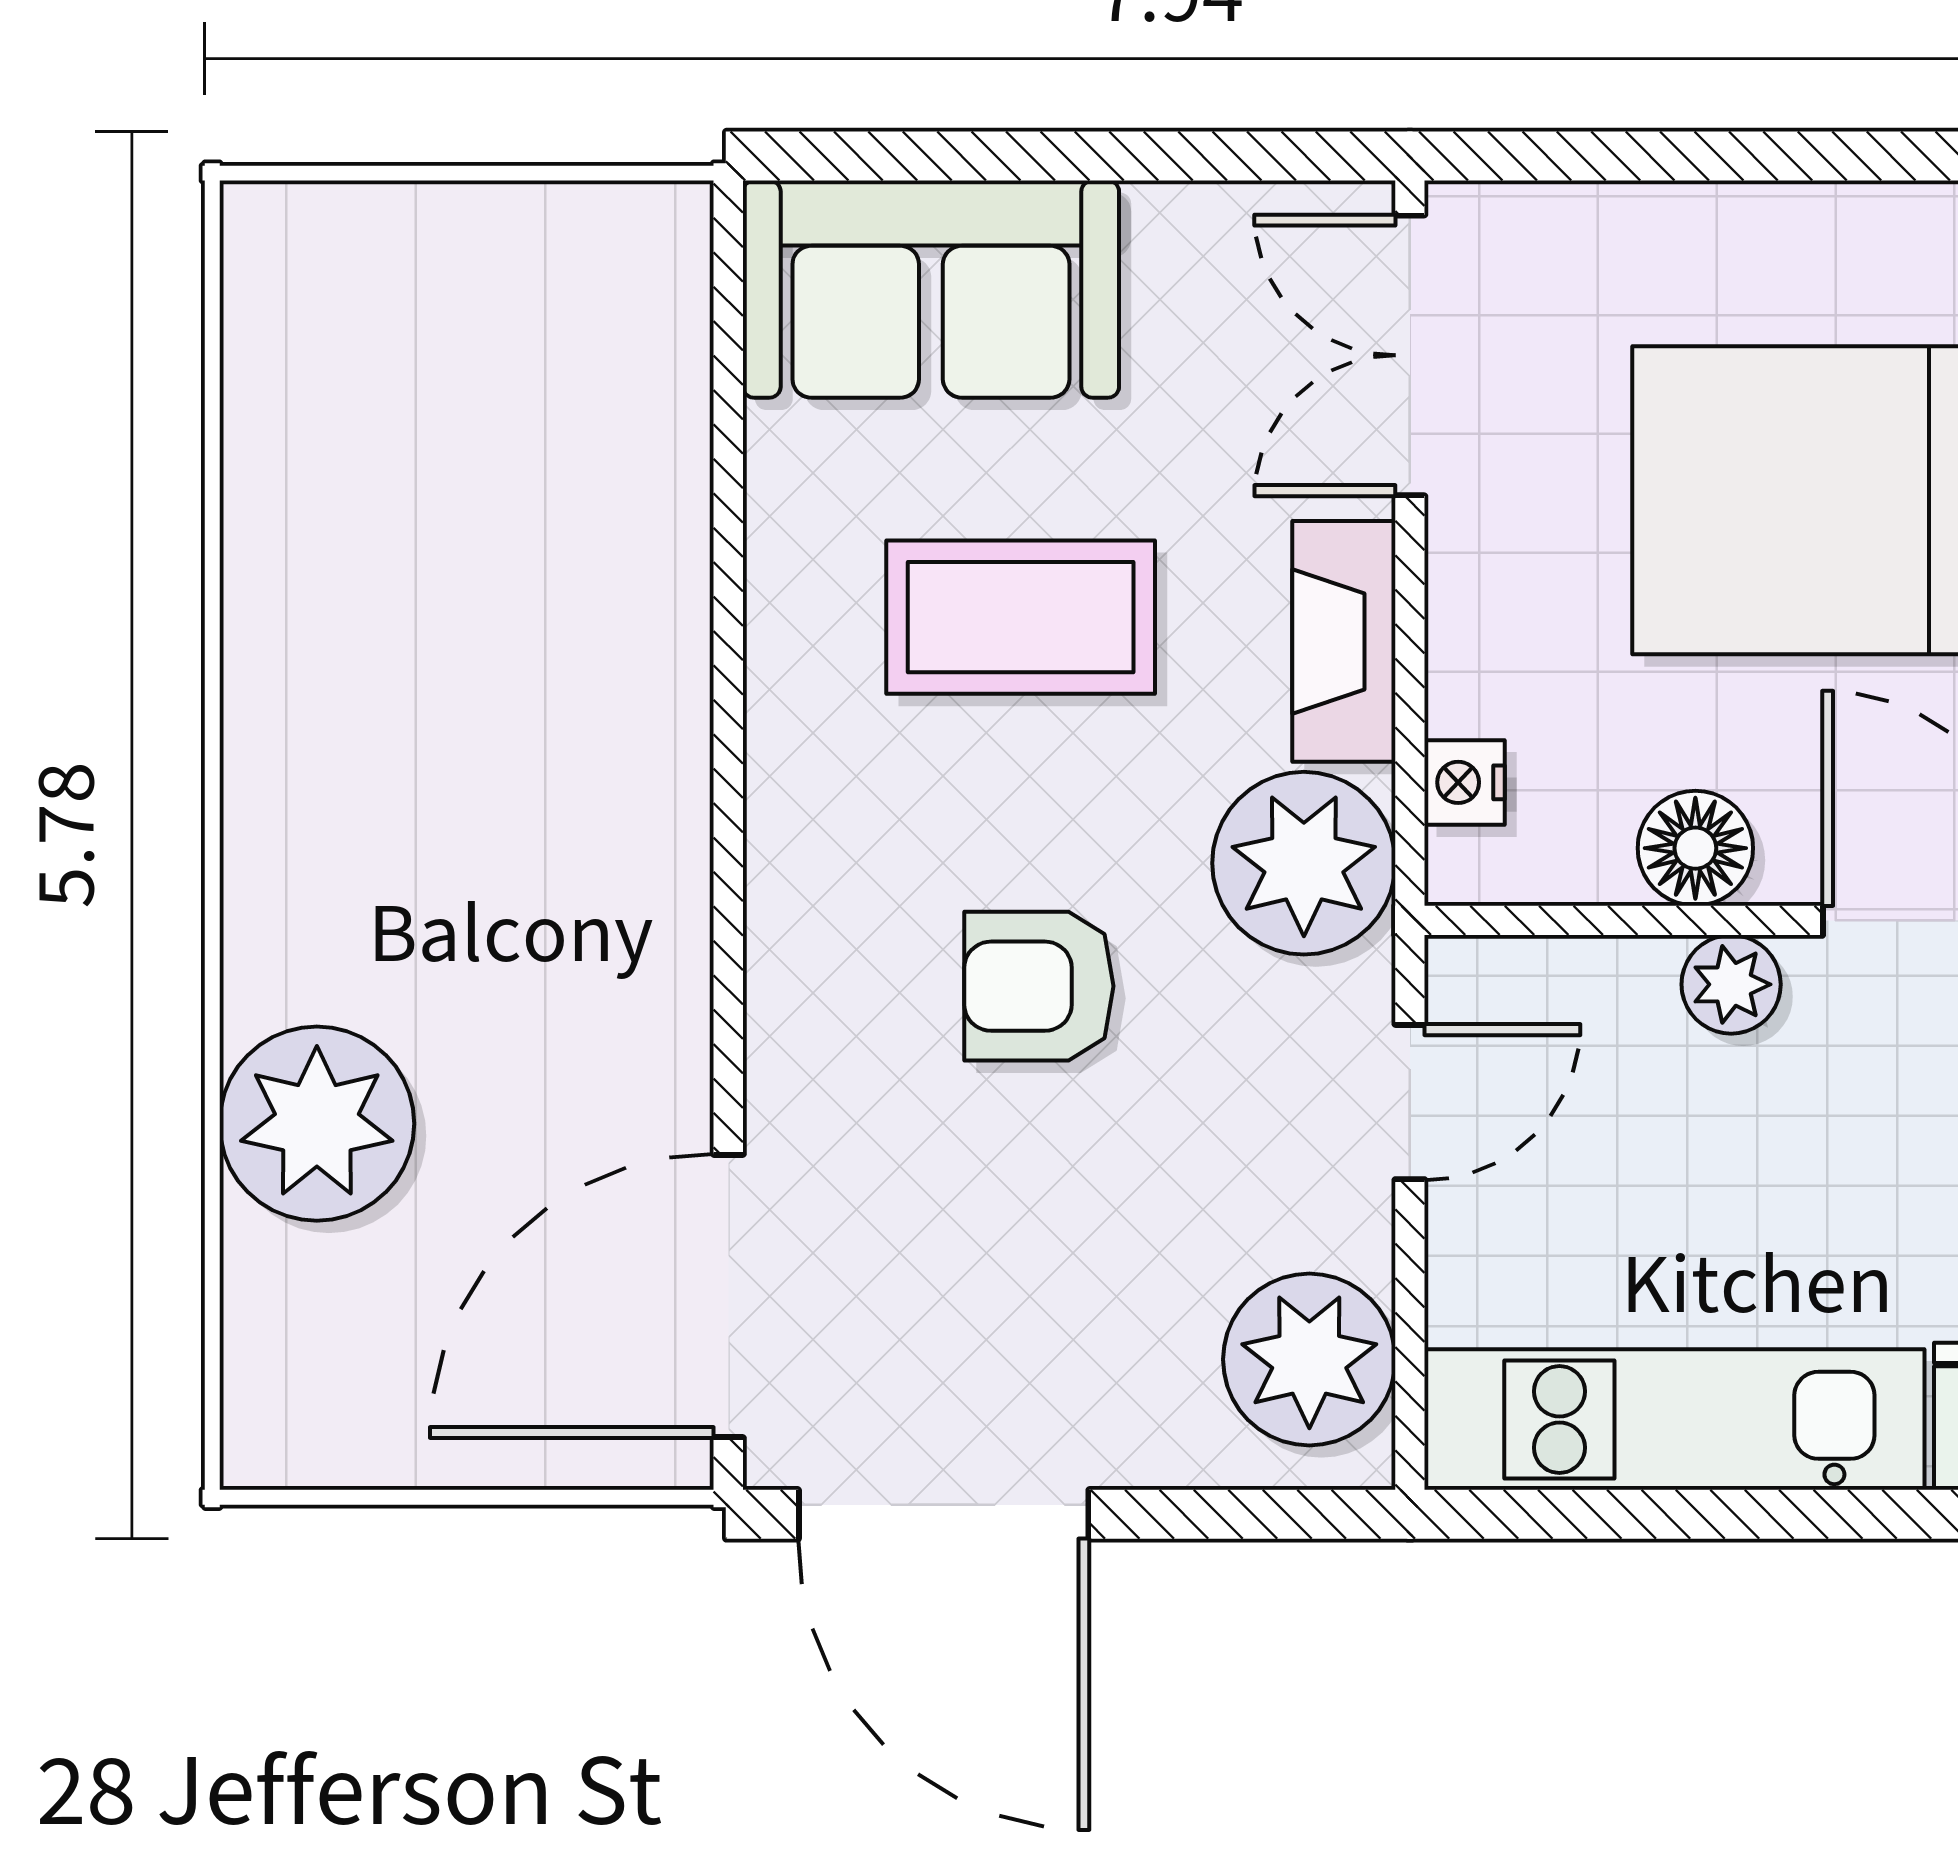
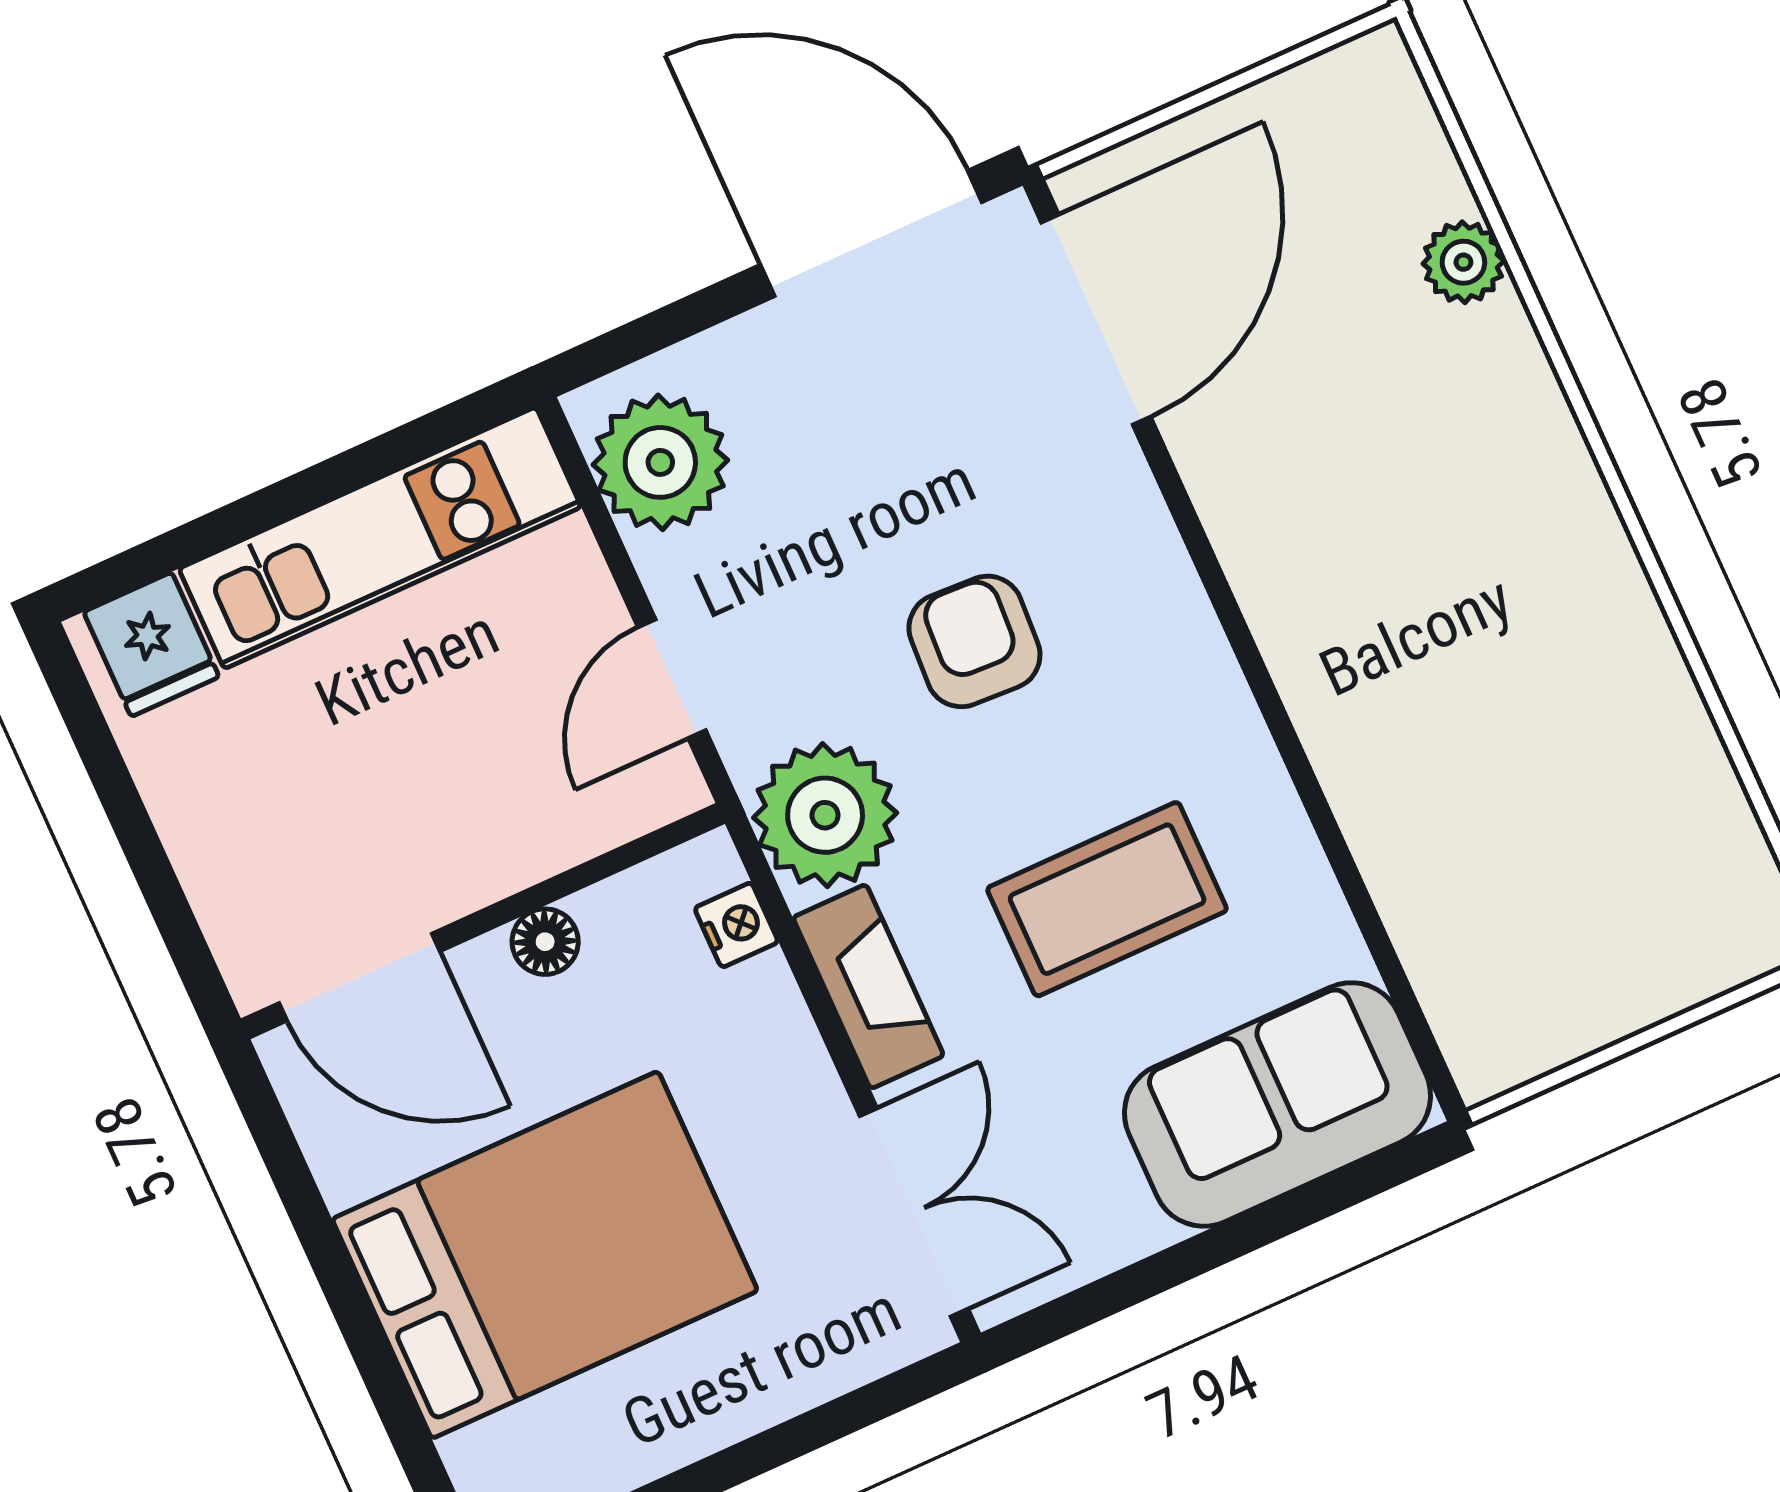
floor lamp: (1695, 848) -> (545, 942), width x0.73, depth x0.73
plant: (1731, 984) -> (481, 867), removed
armchair: (1039, 986) -> (974, 641), turned -87
plant: (317, 1124) -> (1463, 262), width x0.53, depth x0.53

